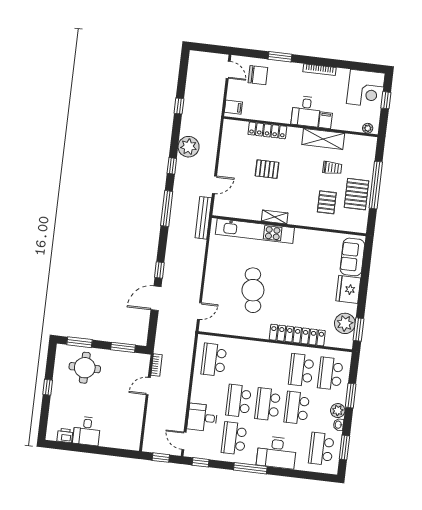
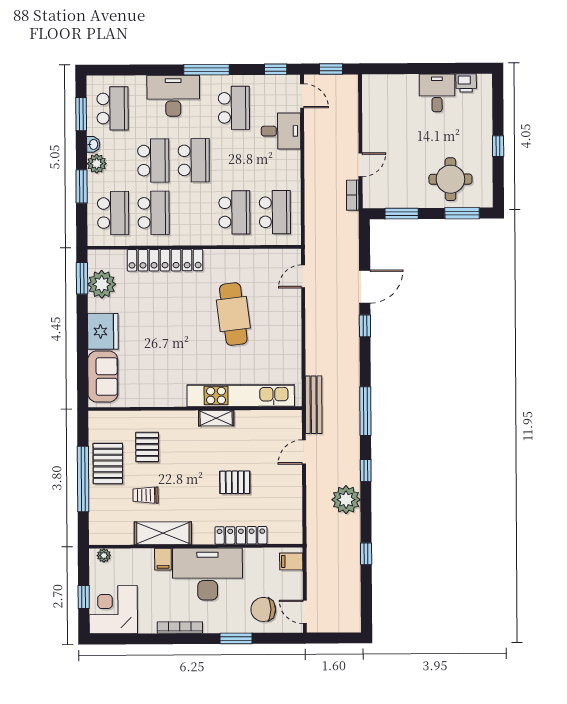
desk: (306, 111) -> (208, 574), width x1.87, depth x1.30
school desk: (239, 401) -> (234, 212), moved

